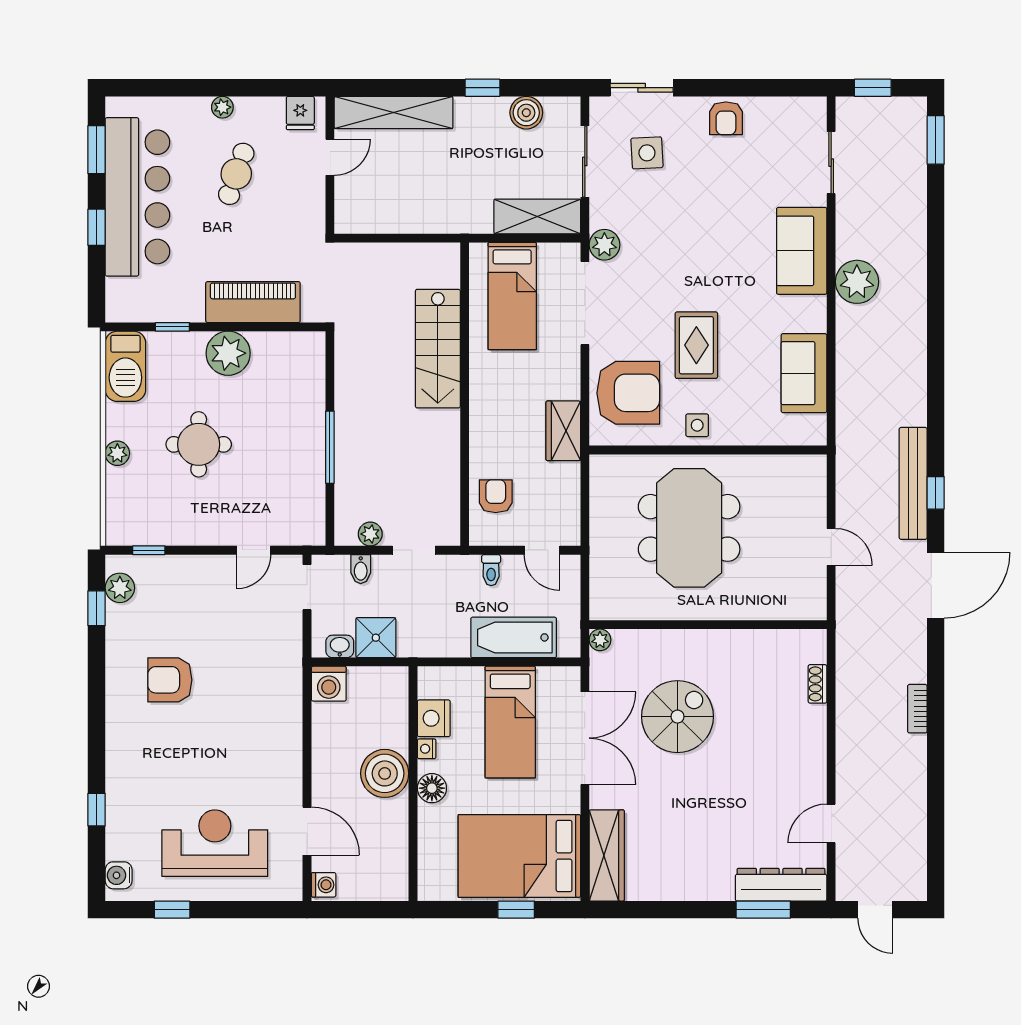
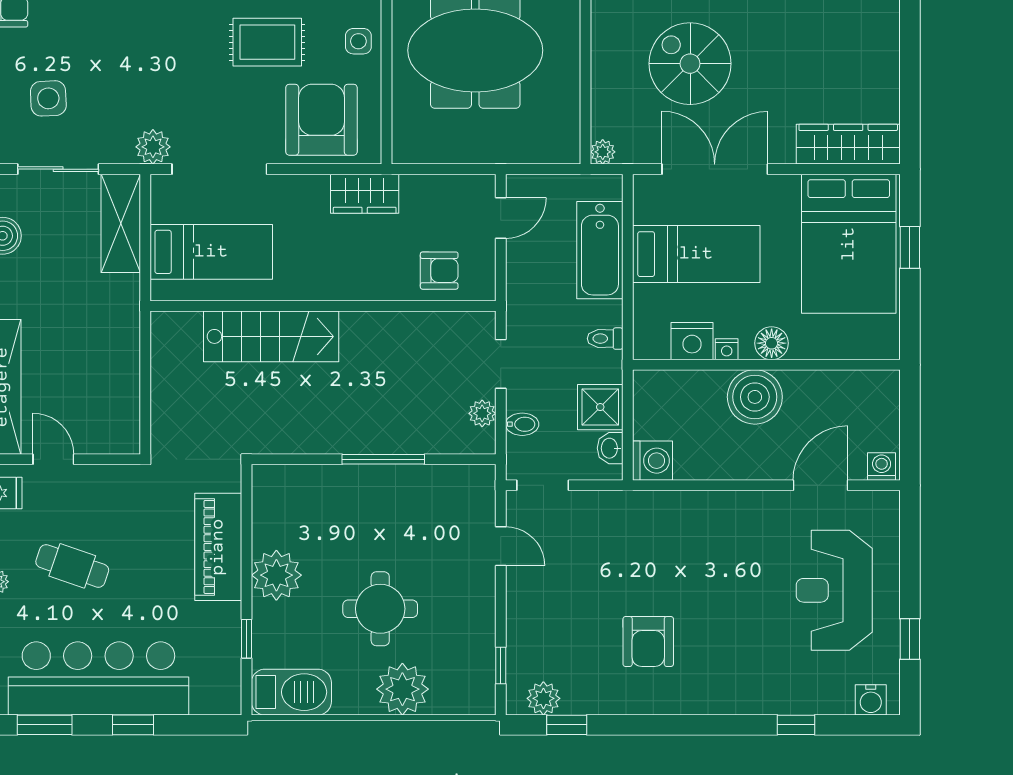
plant: (117, 453) -> (402, 689), width x1.88, depth x1.88
armchair: (496, 496) -> (439, 271), turned 180
toilet: (491, 570) -> (605, 339), moved, turned 180

